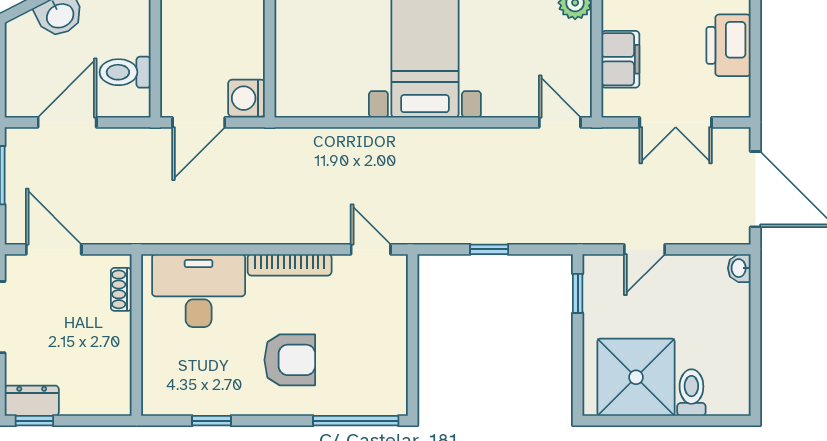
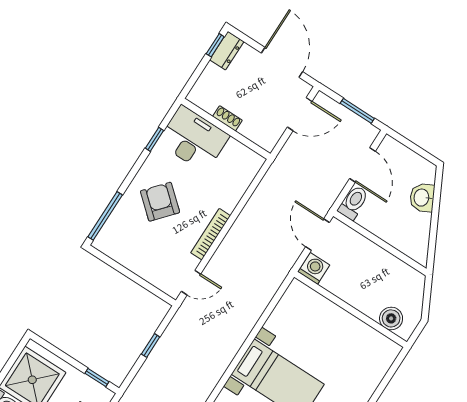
toilet: (125, 72) -> (353, 203), moved
shoe rack: (121, 289) -> (227, 118), moved
desk: (199, 291) -> (193, 139), moved, turned -90
armchair: (290, 360) -> (160, 202), turned 131

